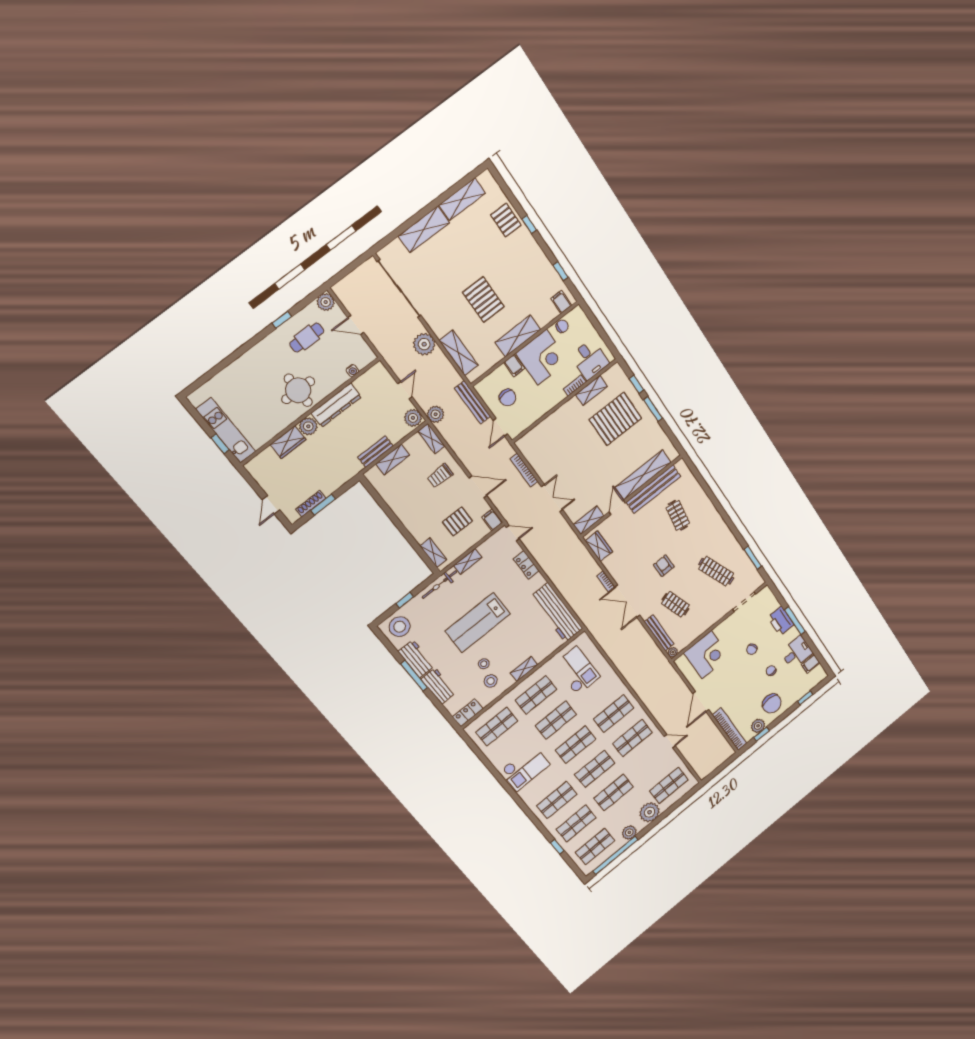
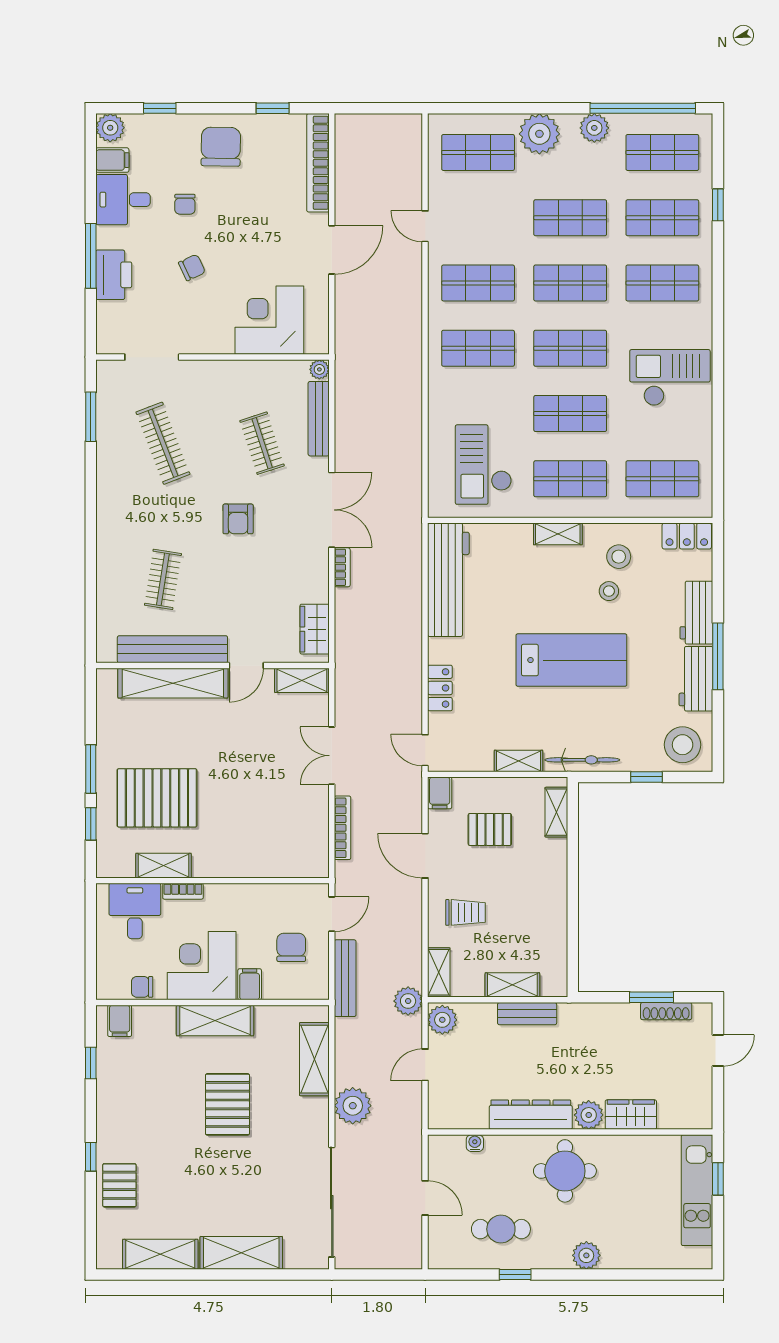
plant: (326, 302) -> (586, 1255), moved
plant: (758, 726) -> (110, 128), moved

